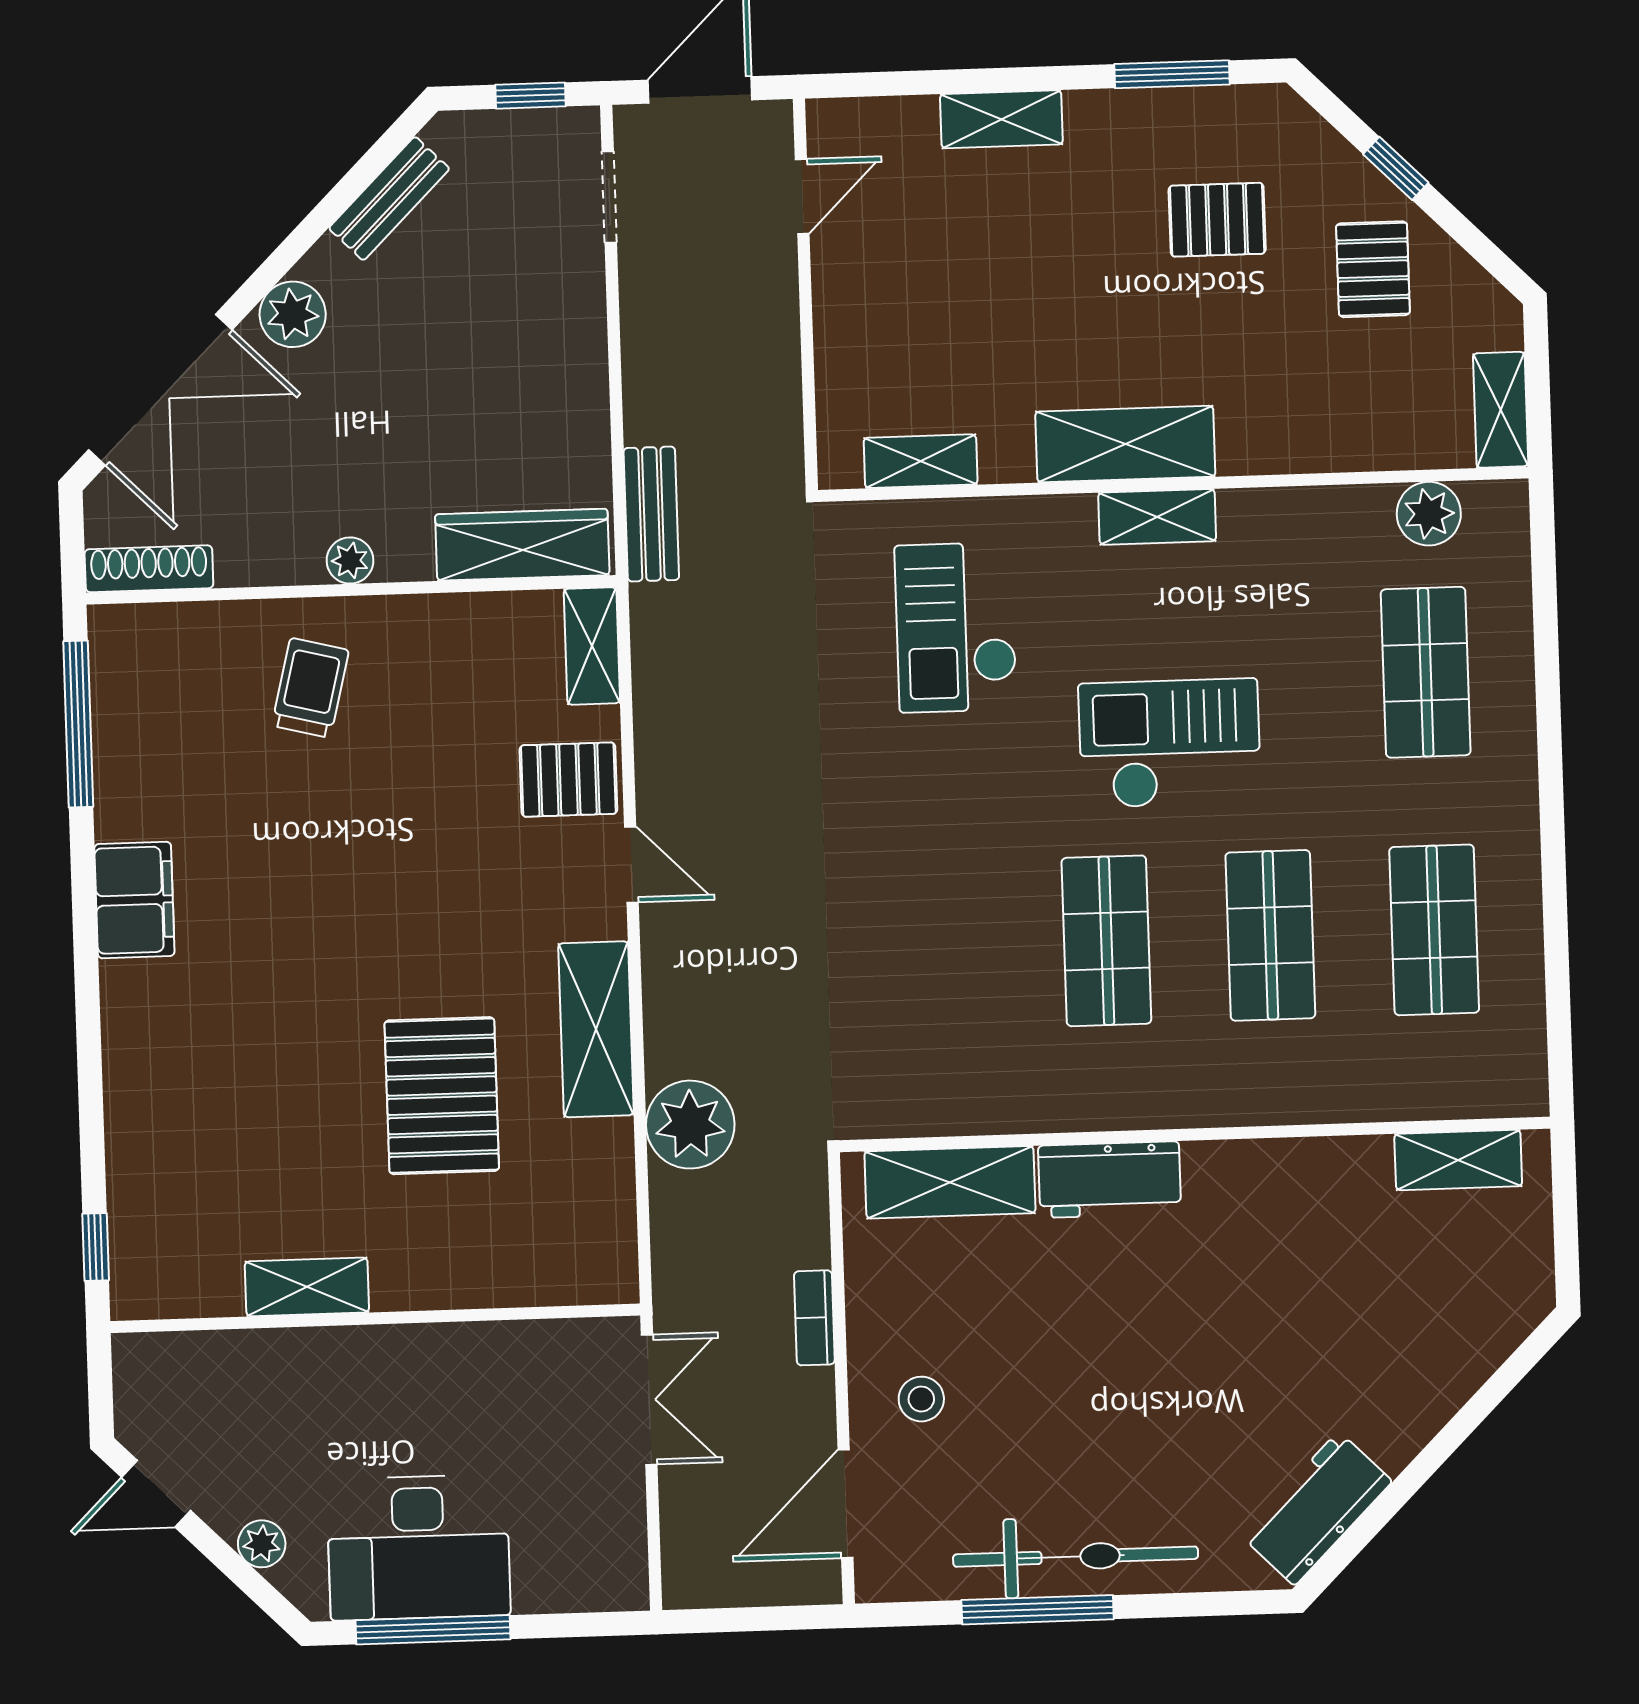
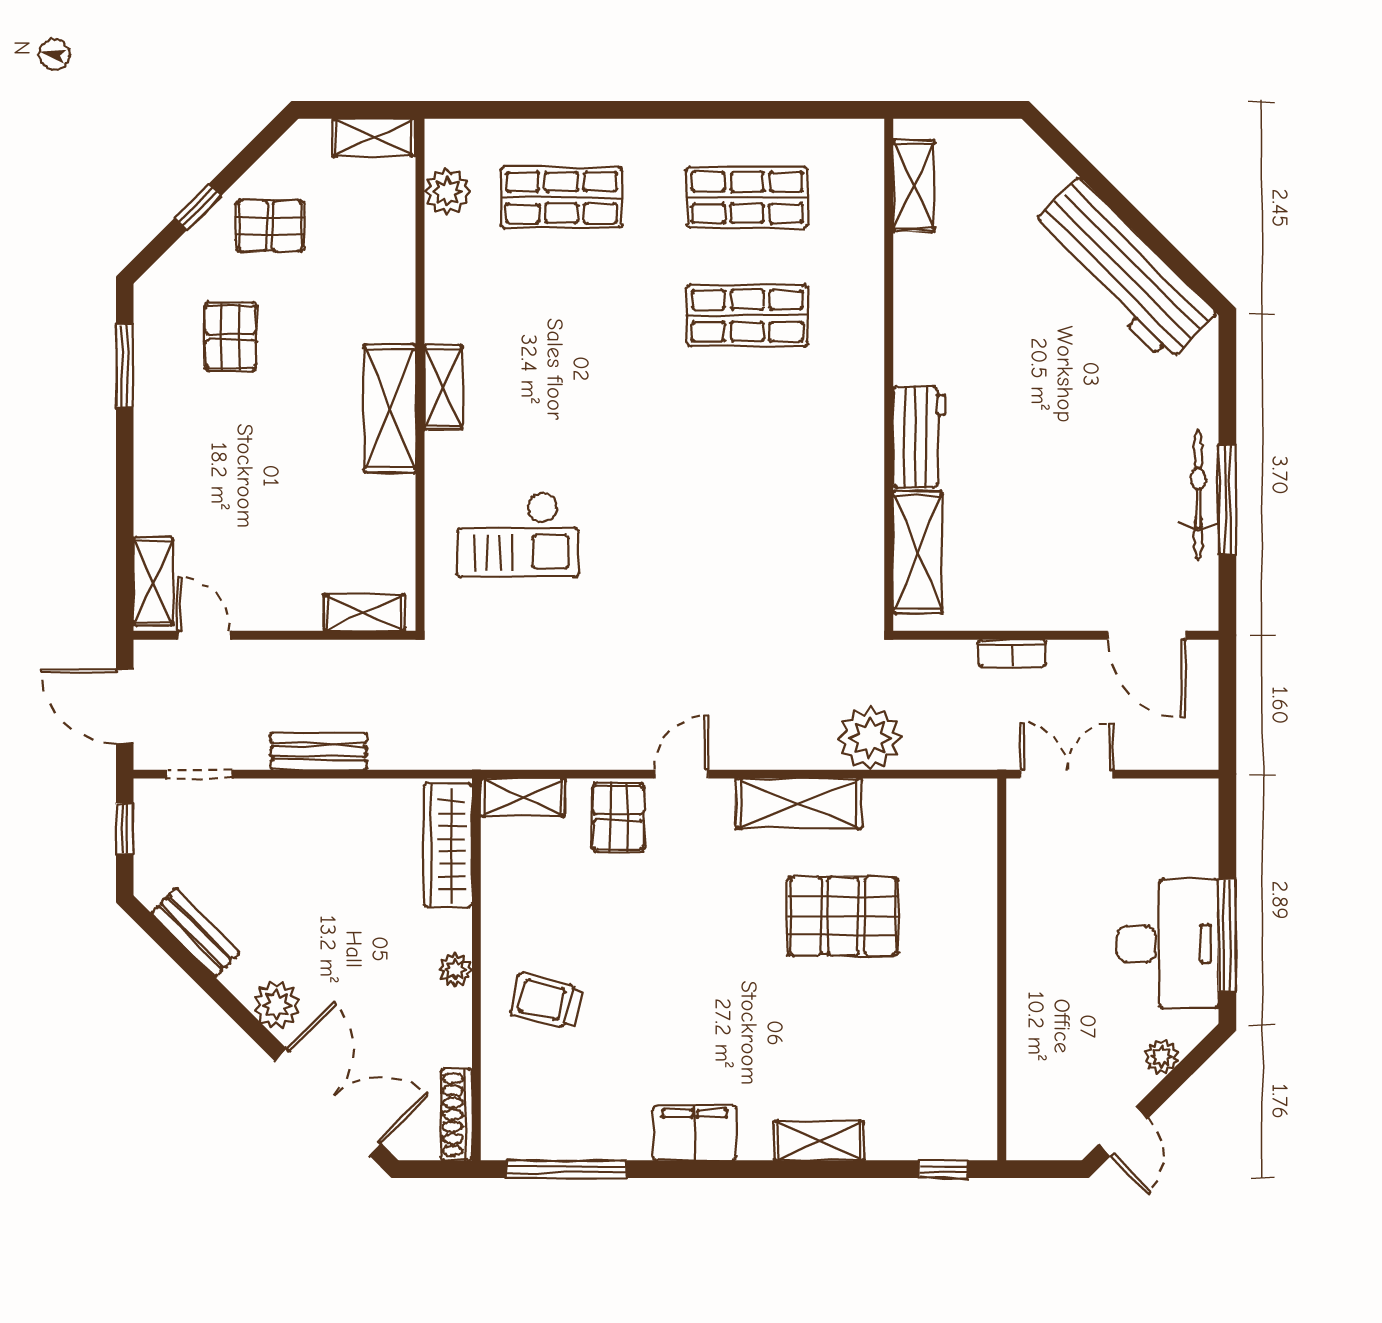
shelving: (1001, 119) -> (153, 582), moved
shelving: (921, 461) -> (364, 613), moved, turned 90
bench: (651, 514) -> (319, 751), moved
checkout: (1170, 744) -> (607, 384), removed
shop shelf: (1106, 941) -> (747, 434), removed
shelving: (307, 1287) -> (819, 1141), moved, turned 90
stool: (921, 1399) -> (1073, 578), removed
workbench: (1316, 1508) -> (1123, 270), width x1.88, depth x1.32
bicycle: (1076, 1557) -> (1198, 494), width x0.73, depth x0.71

